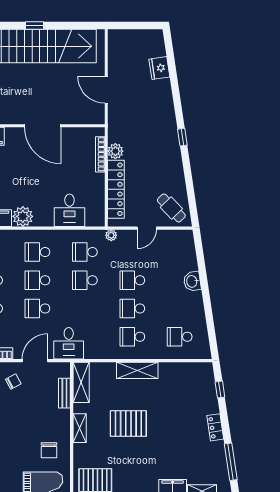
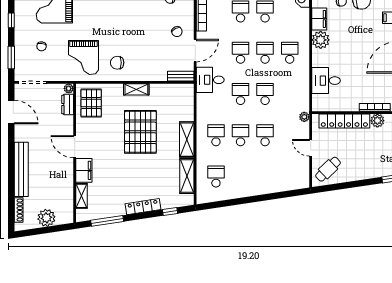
school desk: (85, 252) -> (241, 94), moved
washbasin: (192, 281) -> (264, 187), removed
door: (35, 361) -> (195, 51), hinge flipped
shelving: (81, 382) -> (187, 176), moved, turned 90
bench: (64, 393) -> (181, 76), moved
pallet: (128, 423) -> (140, 132), width x1.37, depth x1.41
locker: (215, 427) -> (143, 207), width x1.53

